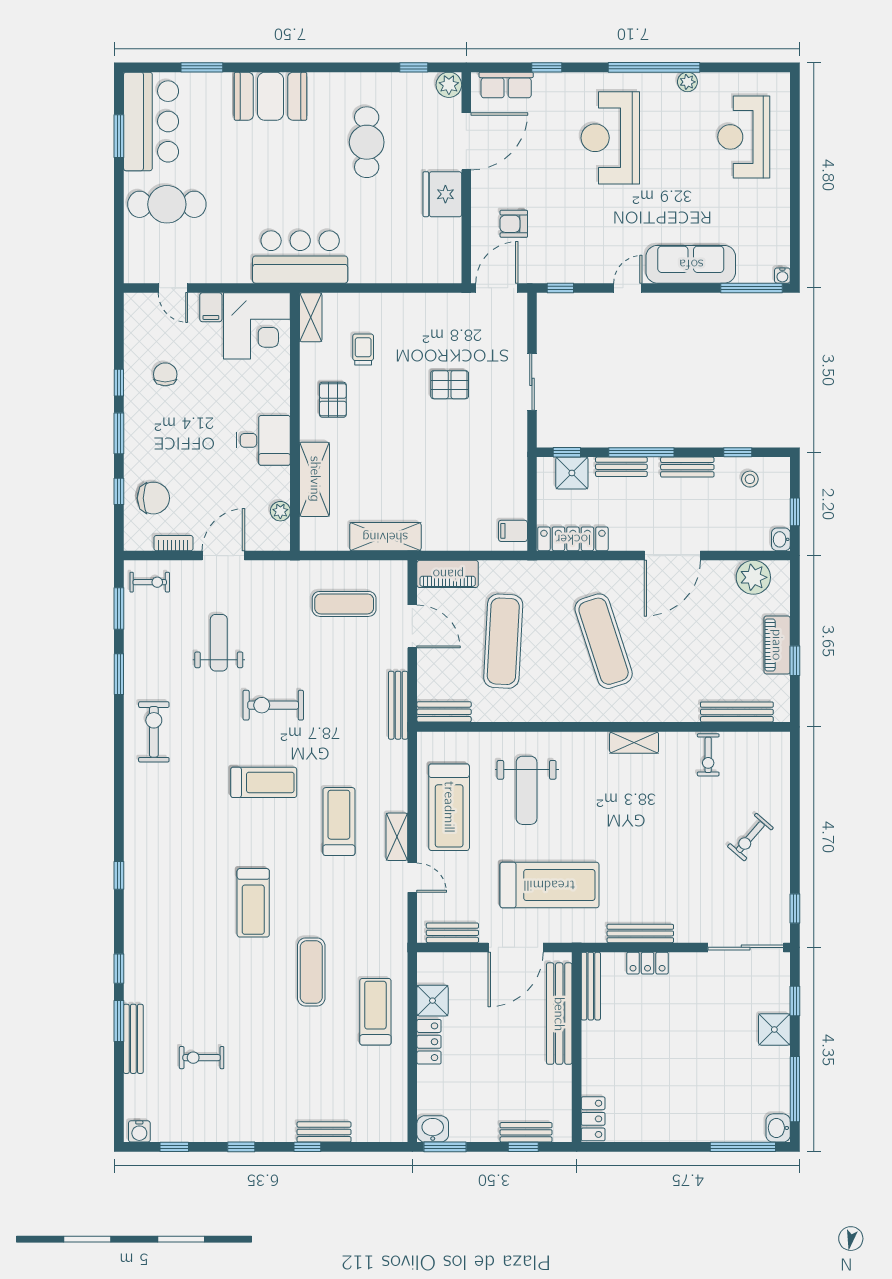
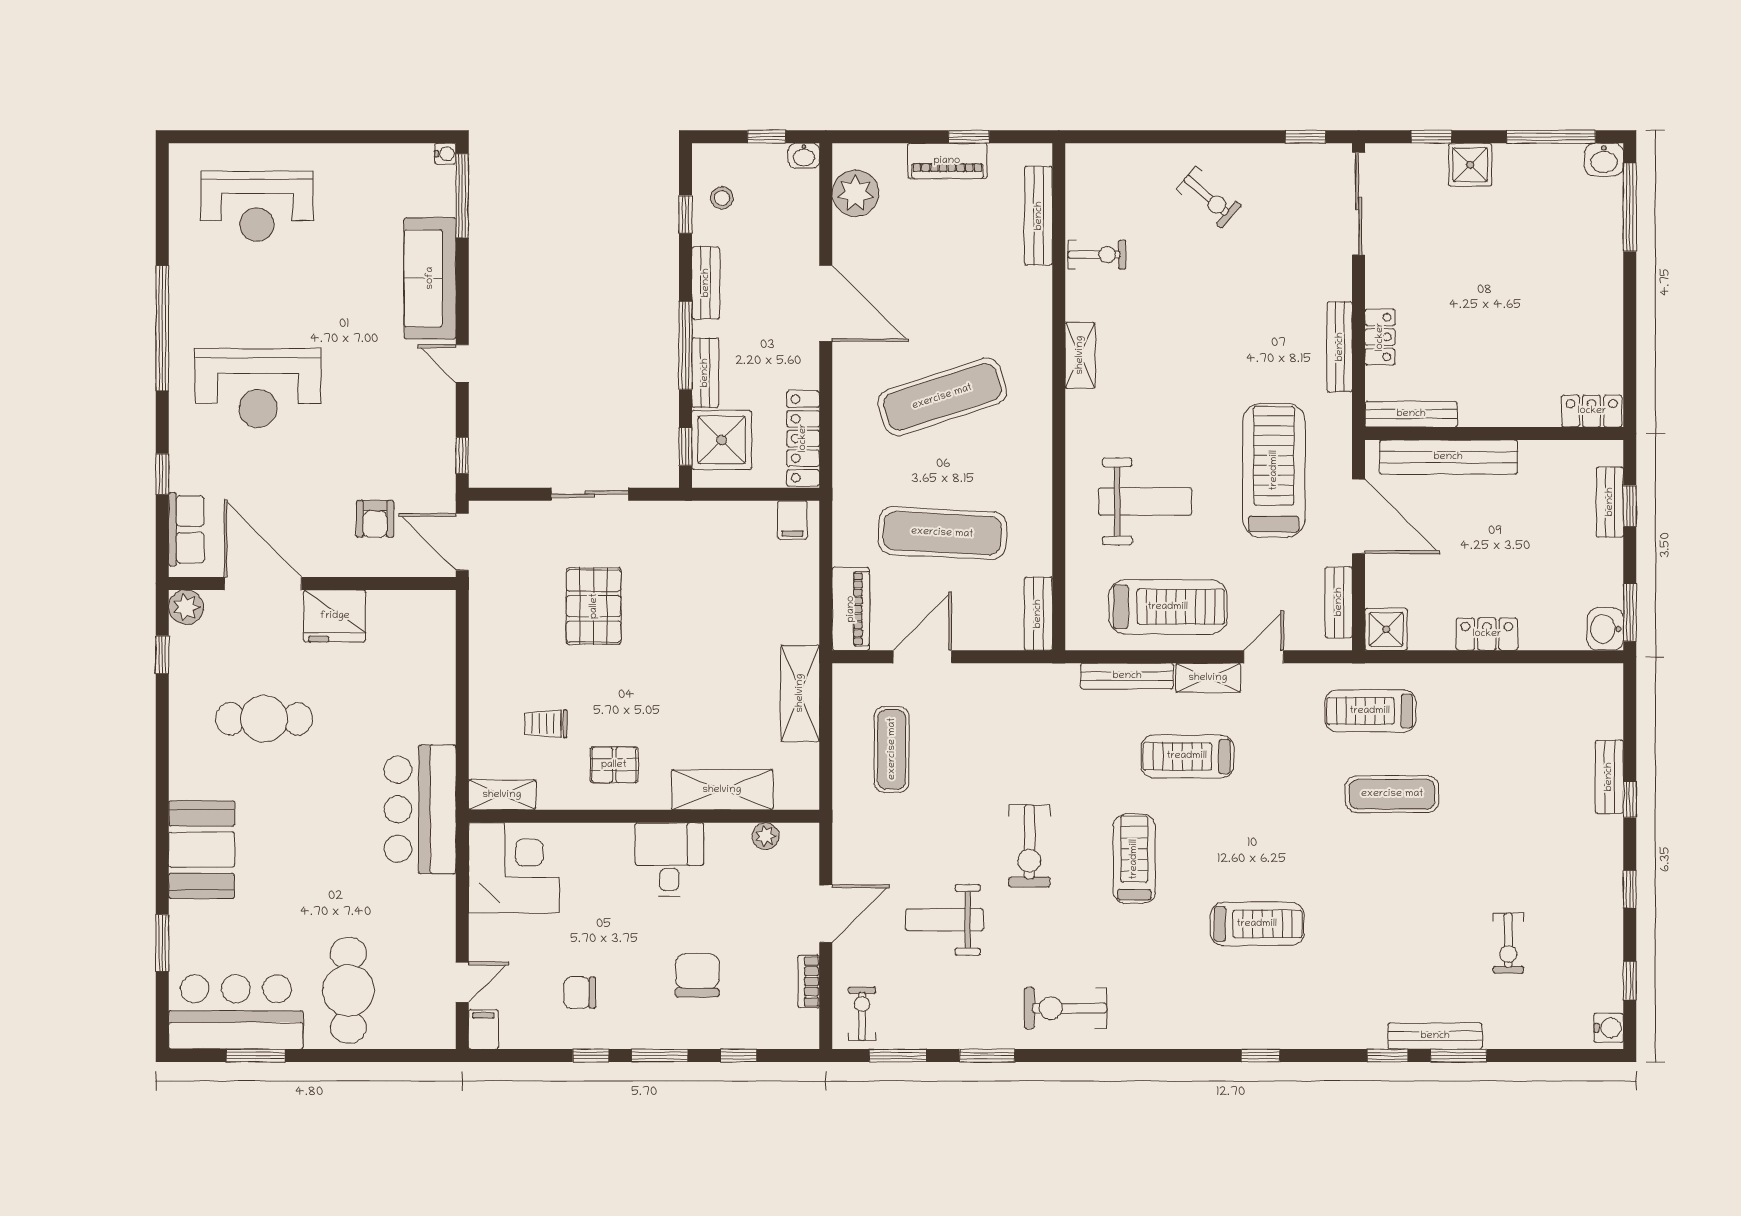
plant: (687, 82) -> (182, 283), removed
filing cabinet: (211, 307) -> (483, 1029), moved, turned -90
pallet: (450, 385) -> (594, 606), width x1.50, depth x1.42
shower: (572, 473) -> (722, 440), width x1.36, depth x1.36
chair: (153, 498) -> (697, 975), moved
door: (223, 556) -> (826, 914), swing flipped
bench: (398, 705) -> (1127, 676), moved
treadmill: (253, 903) -> (1257, 924), moved
shower: (433, 1001) -> (1386, 629), moved
treadmill: (375, 1012) -> (1370, 711), moved
bench: (133, 1039) -> (1435, 1036), moved

